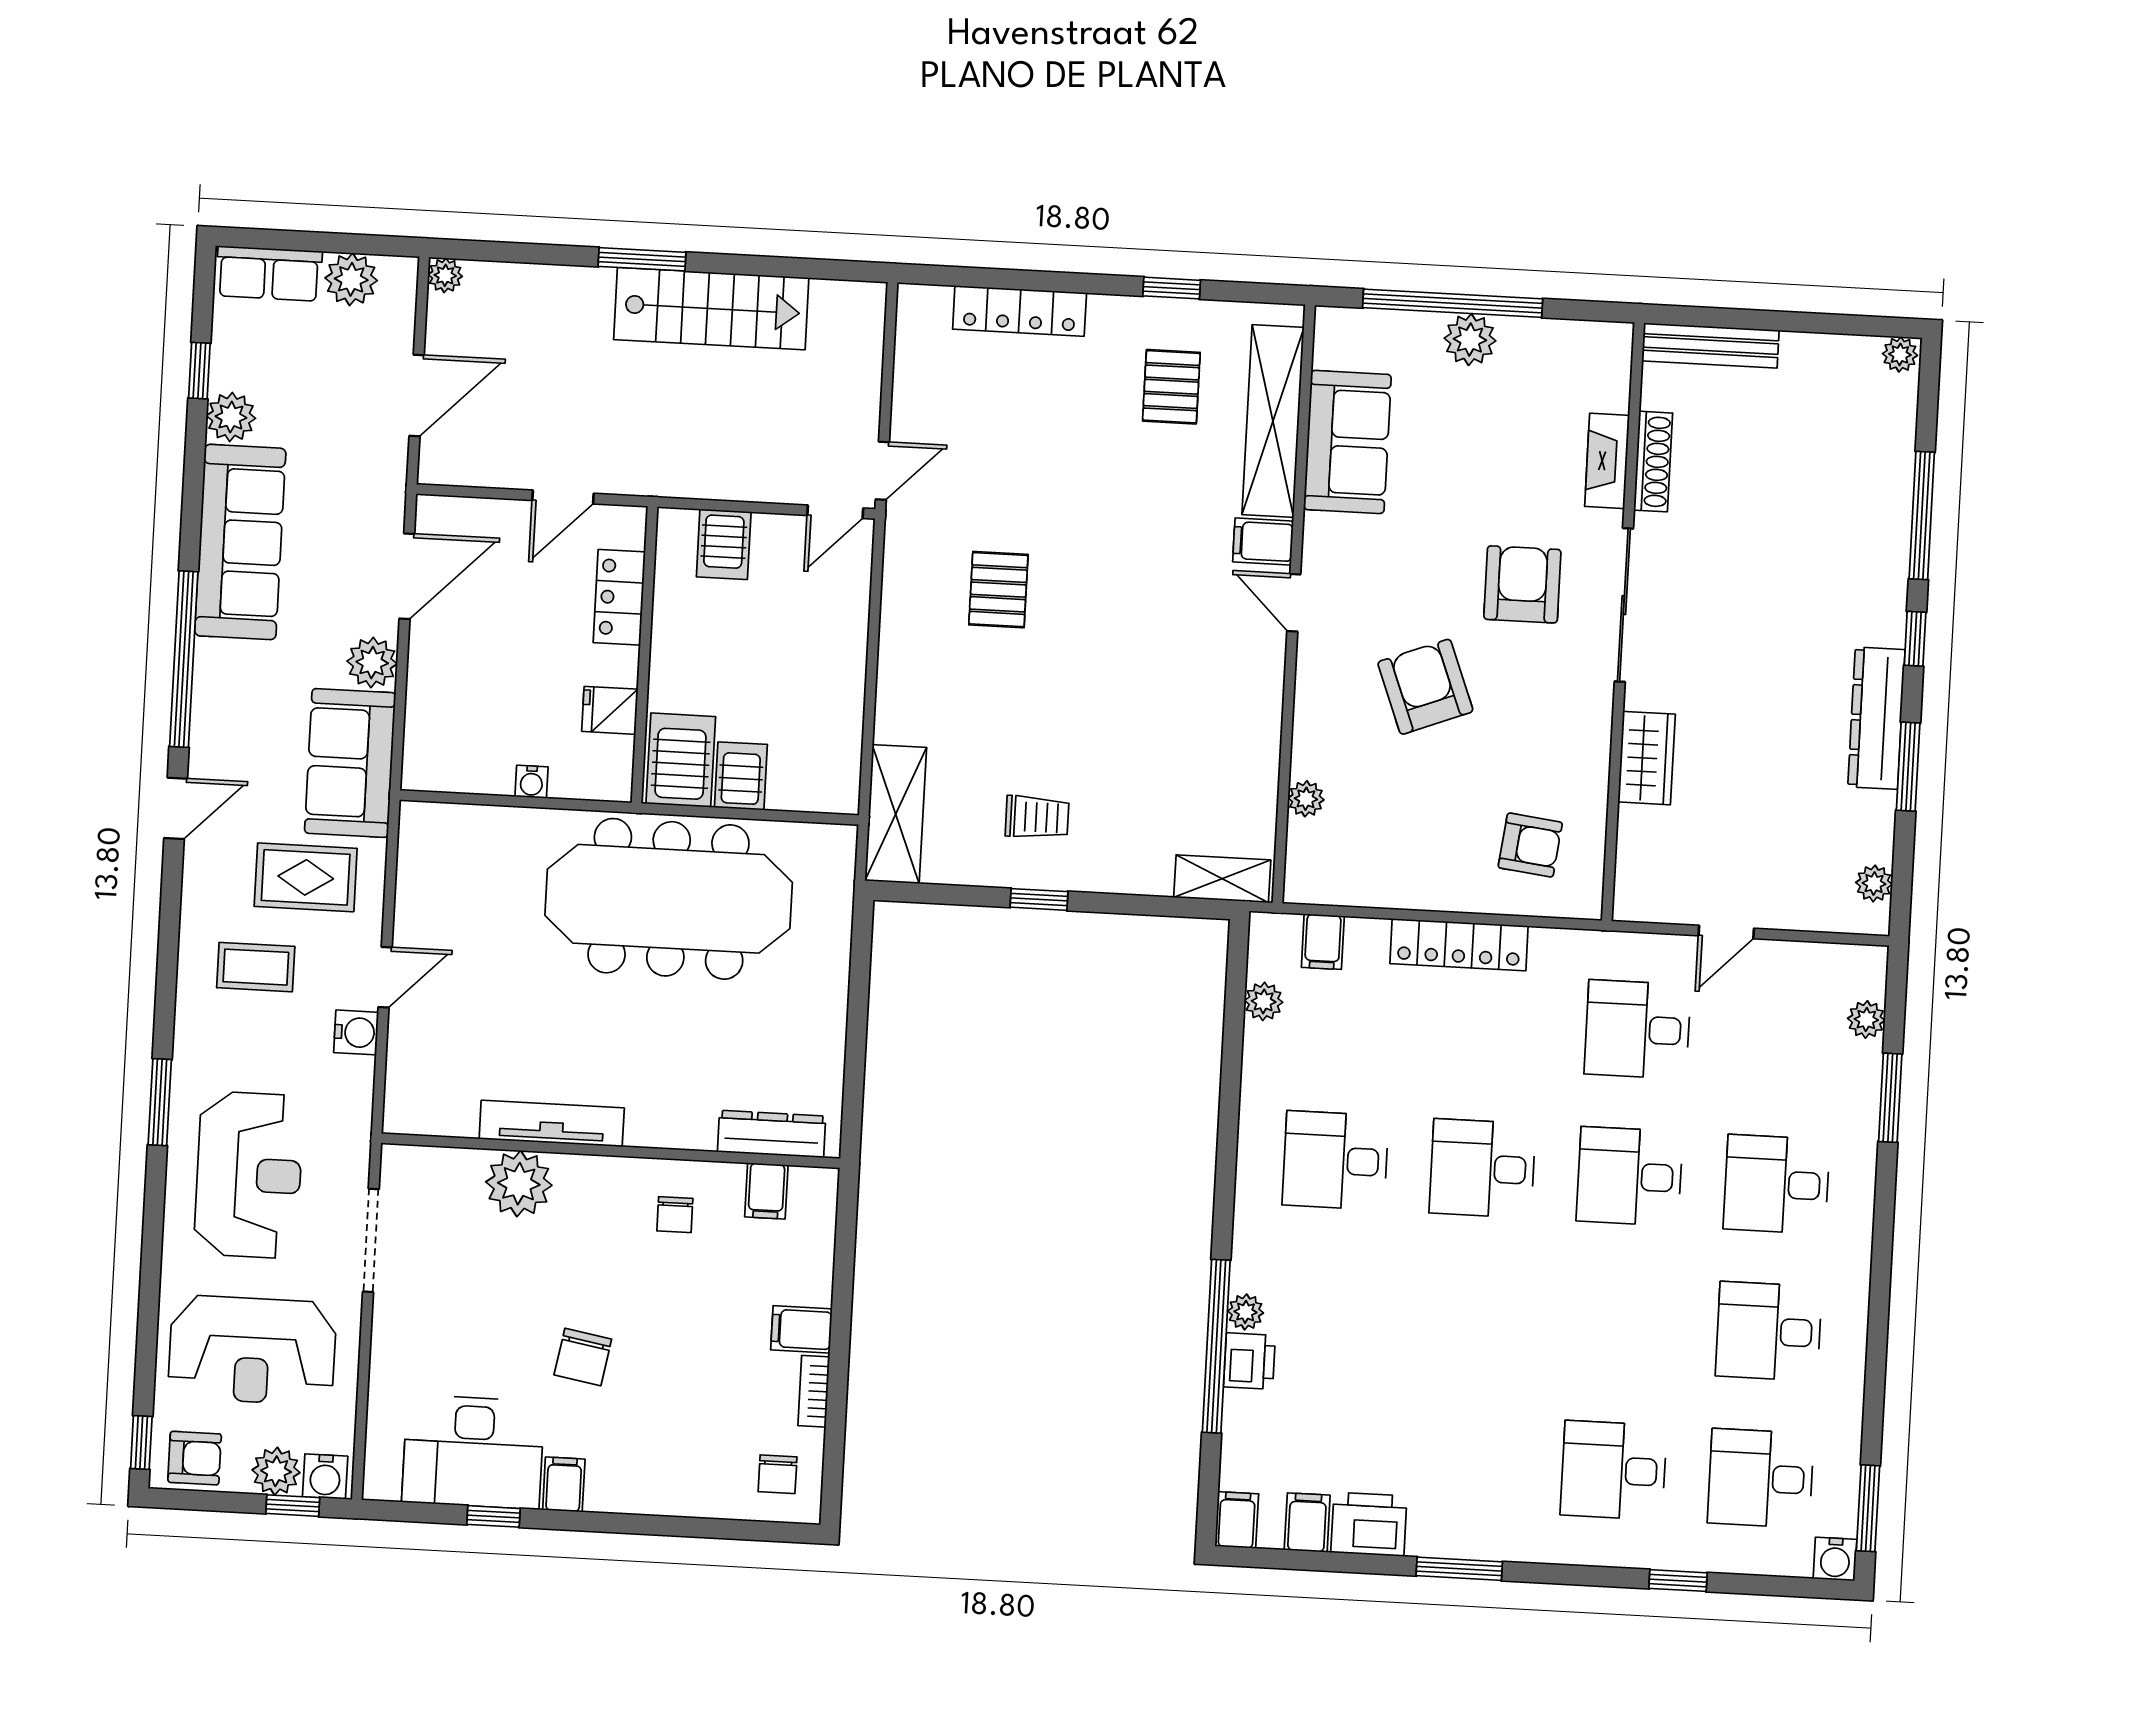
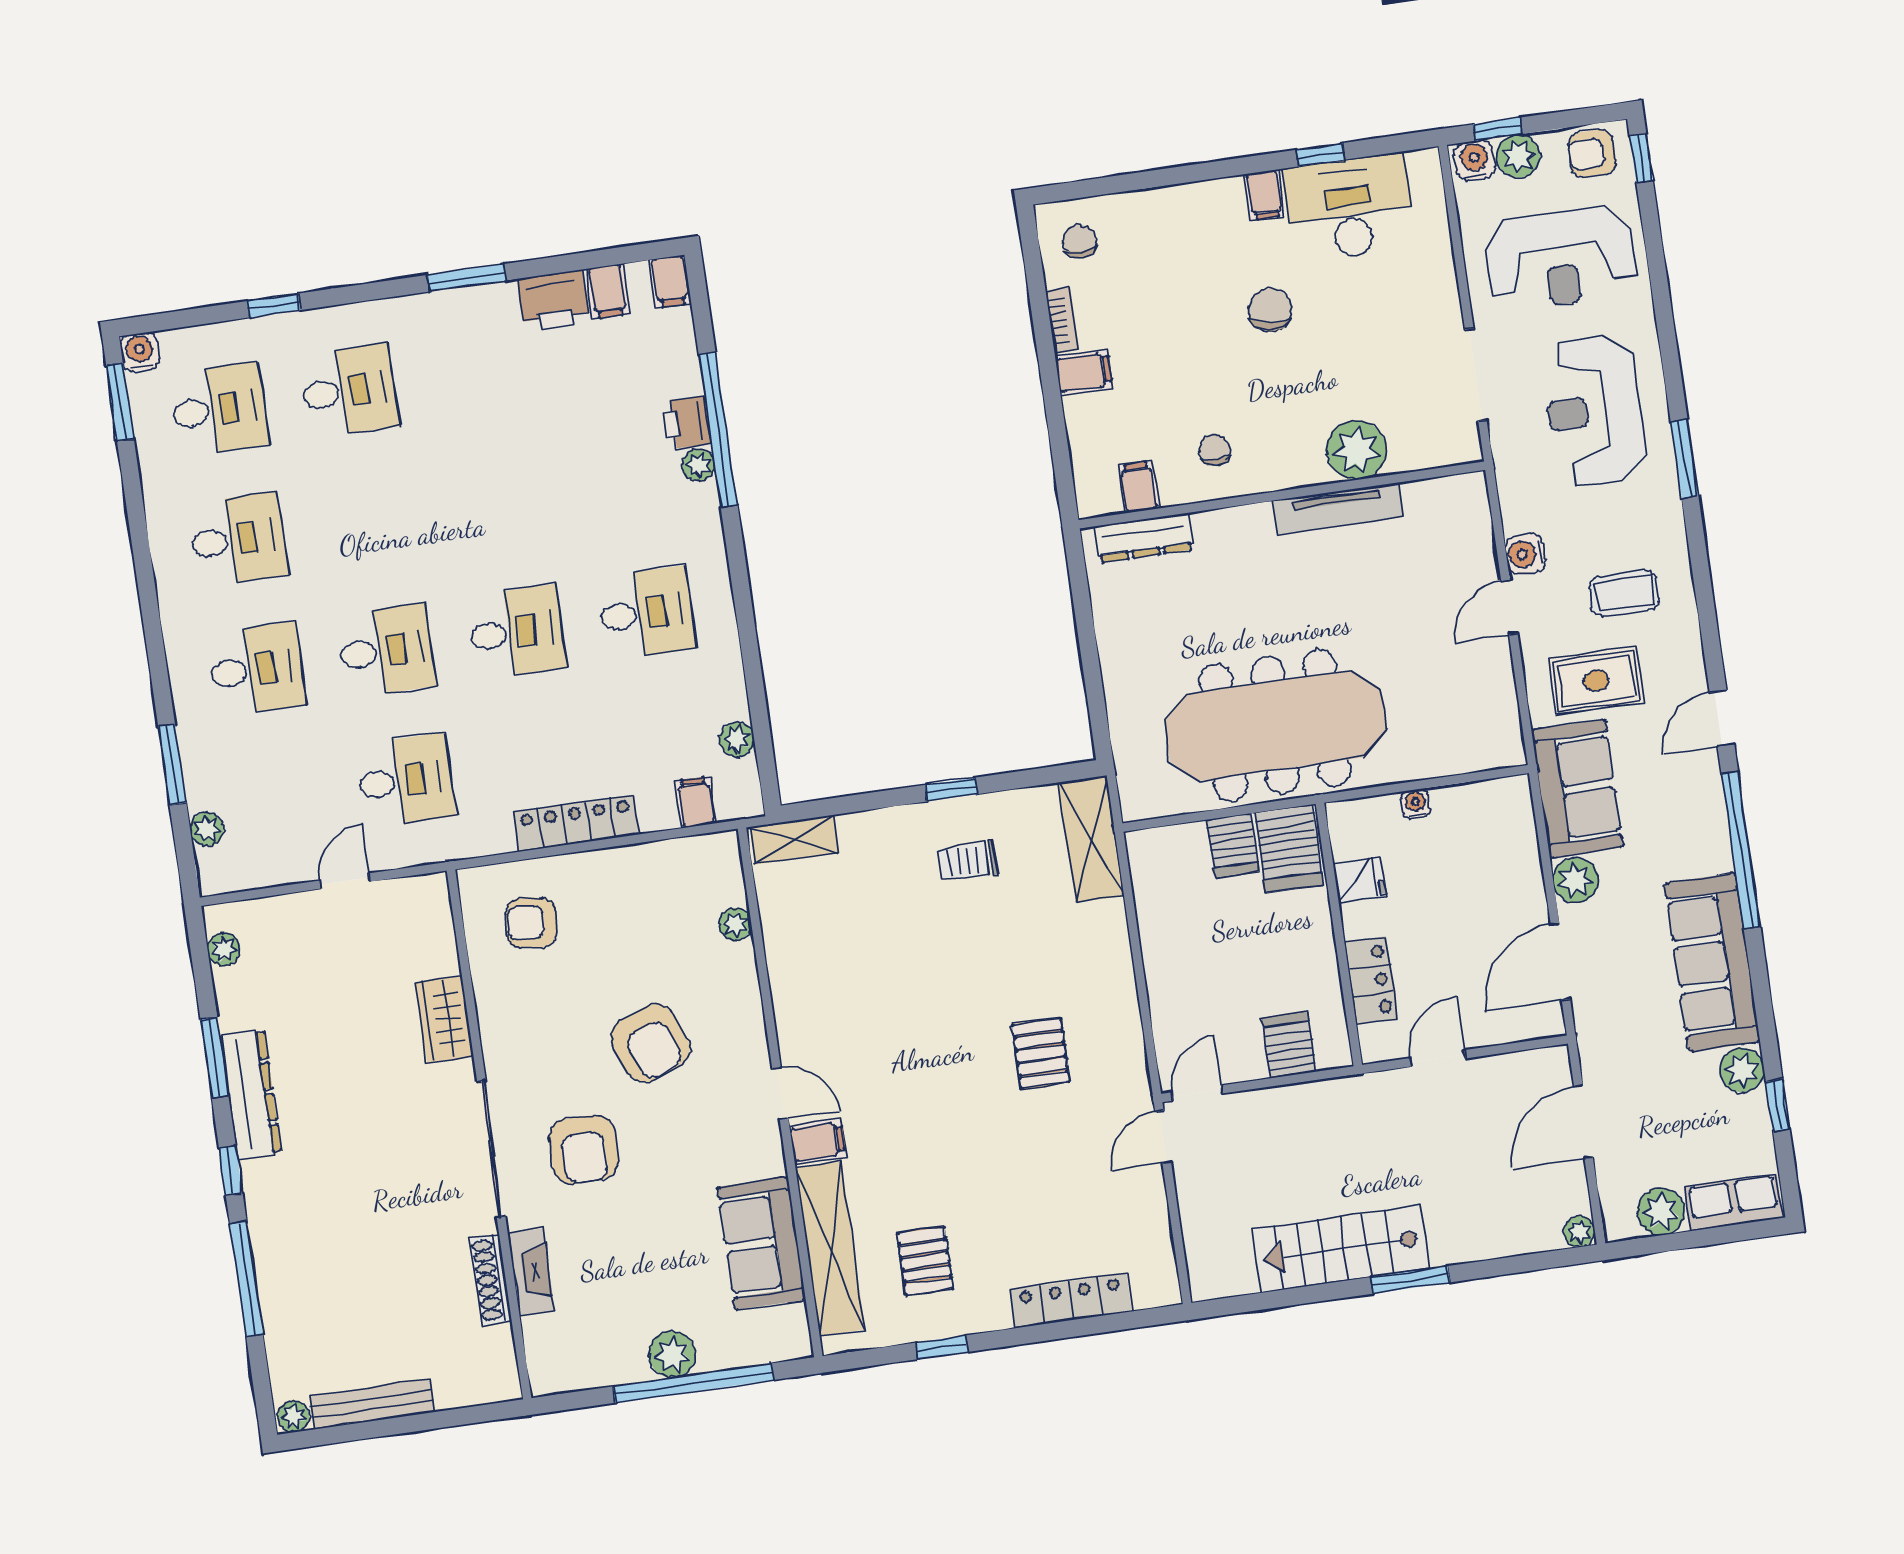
bench: (1710, 346) -> (372, 1404), moved
reception desk: (252, 1350) -> (1560, 258), turned 180

